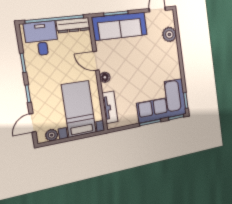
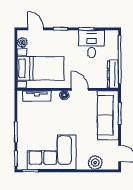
desk: (41, 38) -> (92, 44), moved, turned -90
door: (96, 61) -> (80, 89), hinge flipped
corner sofa: (161, 101) -> (52, 152), moved, turned -90

